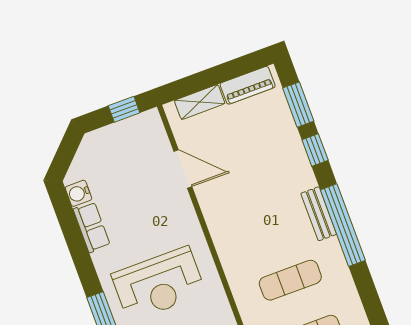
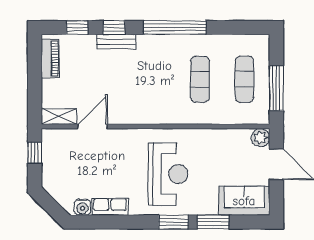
shelving: (200, 102) -> (59, 116), moved, turned 90
window: (298, 105) -> (77, 28), width x0.67
bench: (319, 214) -> (116, 42), moved

